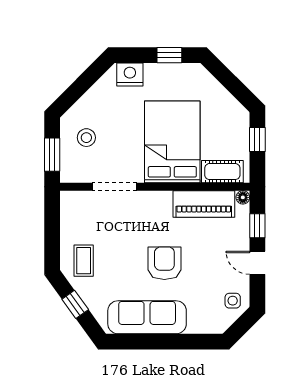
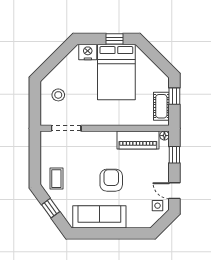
bed: (172, 142) -> (116, 72), moved, turned 180
window: (52, 155) -> (35, 106), removed
cot: (222, 172) -> (161, 106), moved, turned 90
doorway: (114, 187) -> (66, 128), moved
door: (257, 263) -> (174, 191), moved

